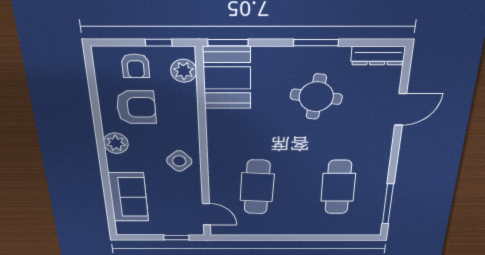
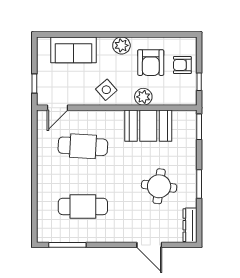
plant: (184, 71) -> (143, 97), moved
booth: (227, 78) -> (148, 126), moved

